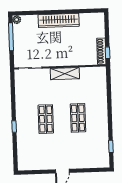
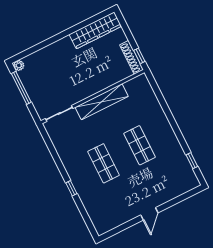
wardrobe: (59, 20) -> (95, 30), moved
shelving: (65, 74) -> (102, 102), width x1.47

